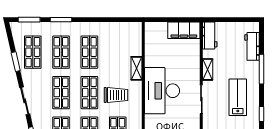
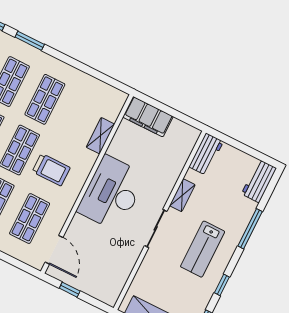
filing cabinet: (184, 30) -> (148, 117), moved
workbench: (252, 46) -> (259, 181), moved
shelving: (136, 68) -> (100, 136), moved
lab bench: (238, 97) -> (203, 249), turned 180

